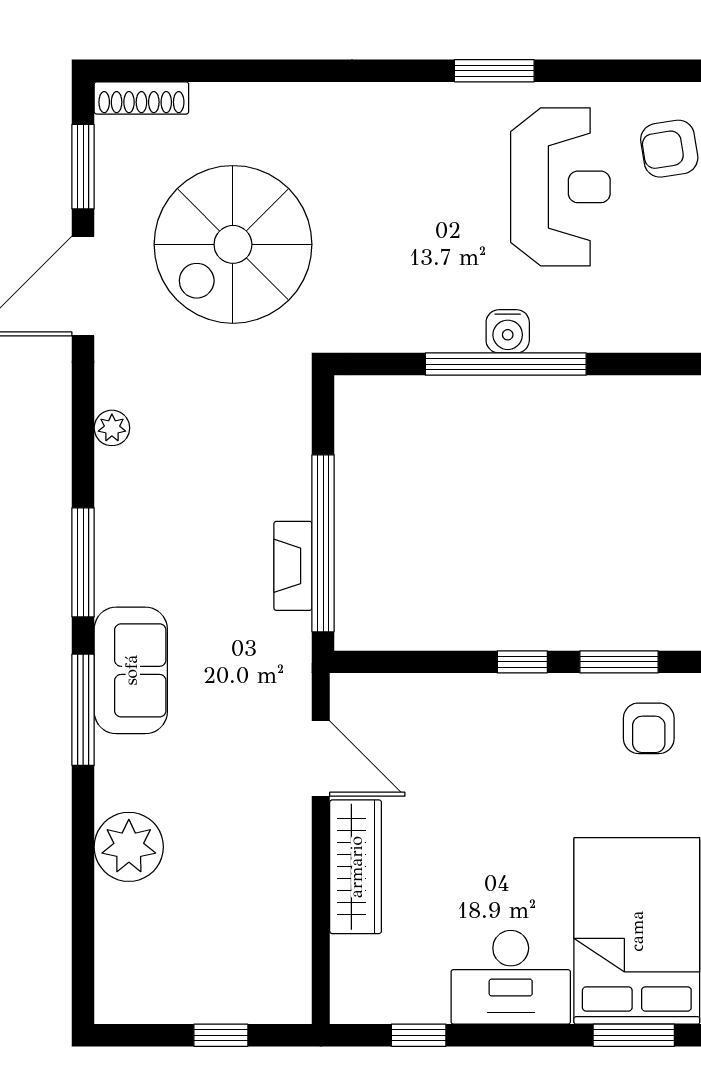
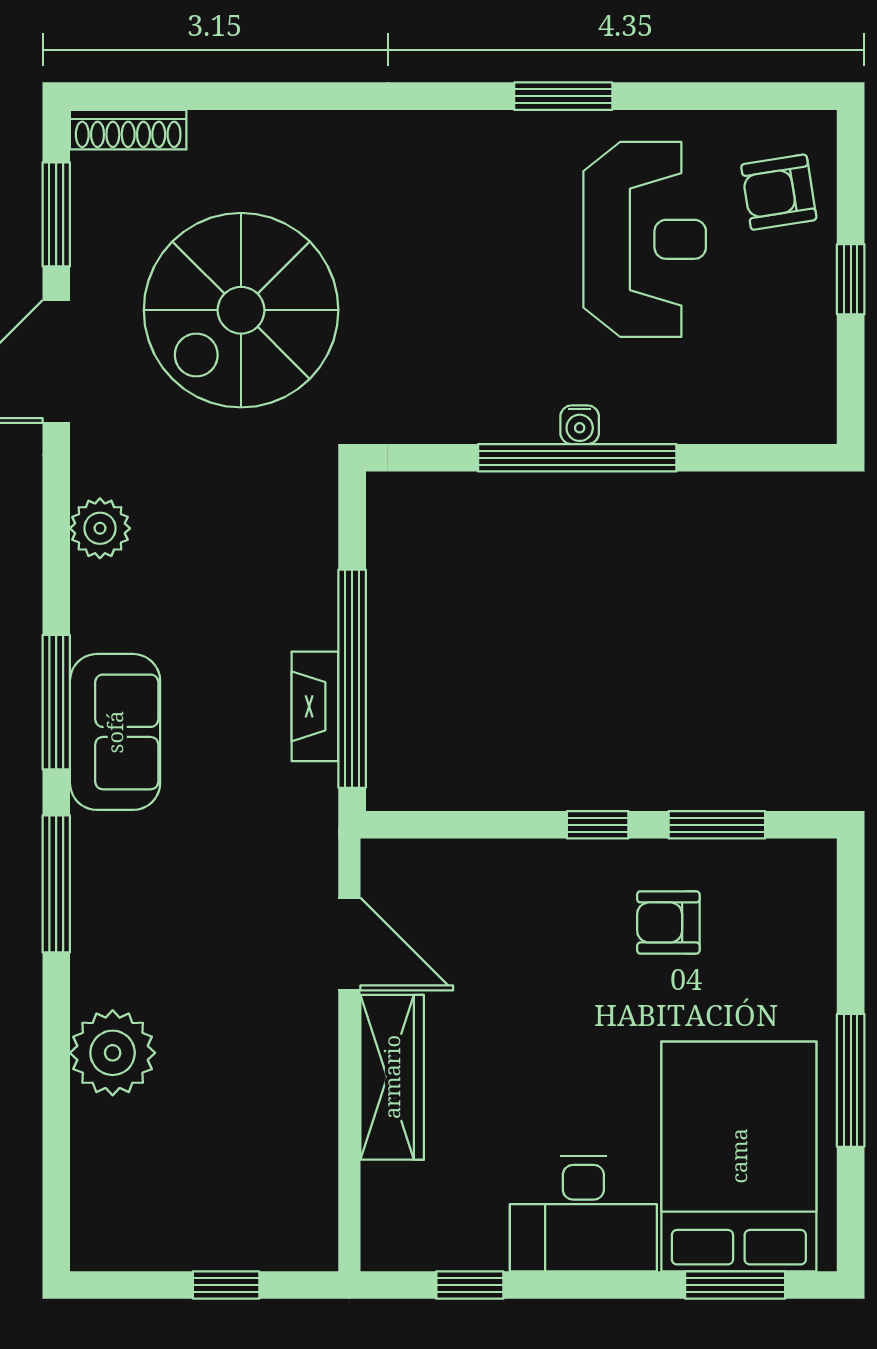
water cooler: (508, 331) -> (580, 425), width x0.72, depth x0.72
plant: (112, 428) -> (100, 528), width x1.38, depth x1.38
sofa: (131, 670) -> (115, 732), moved
armchair: (649, 728) -> (668, 922), moved, turned 90

